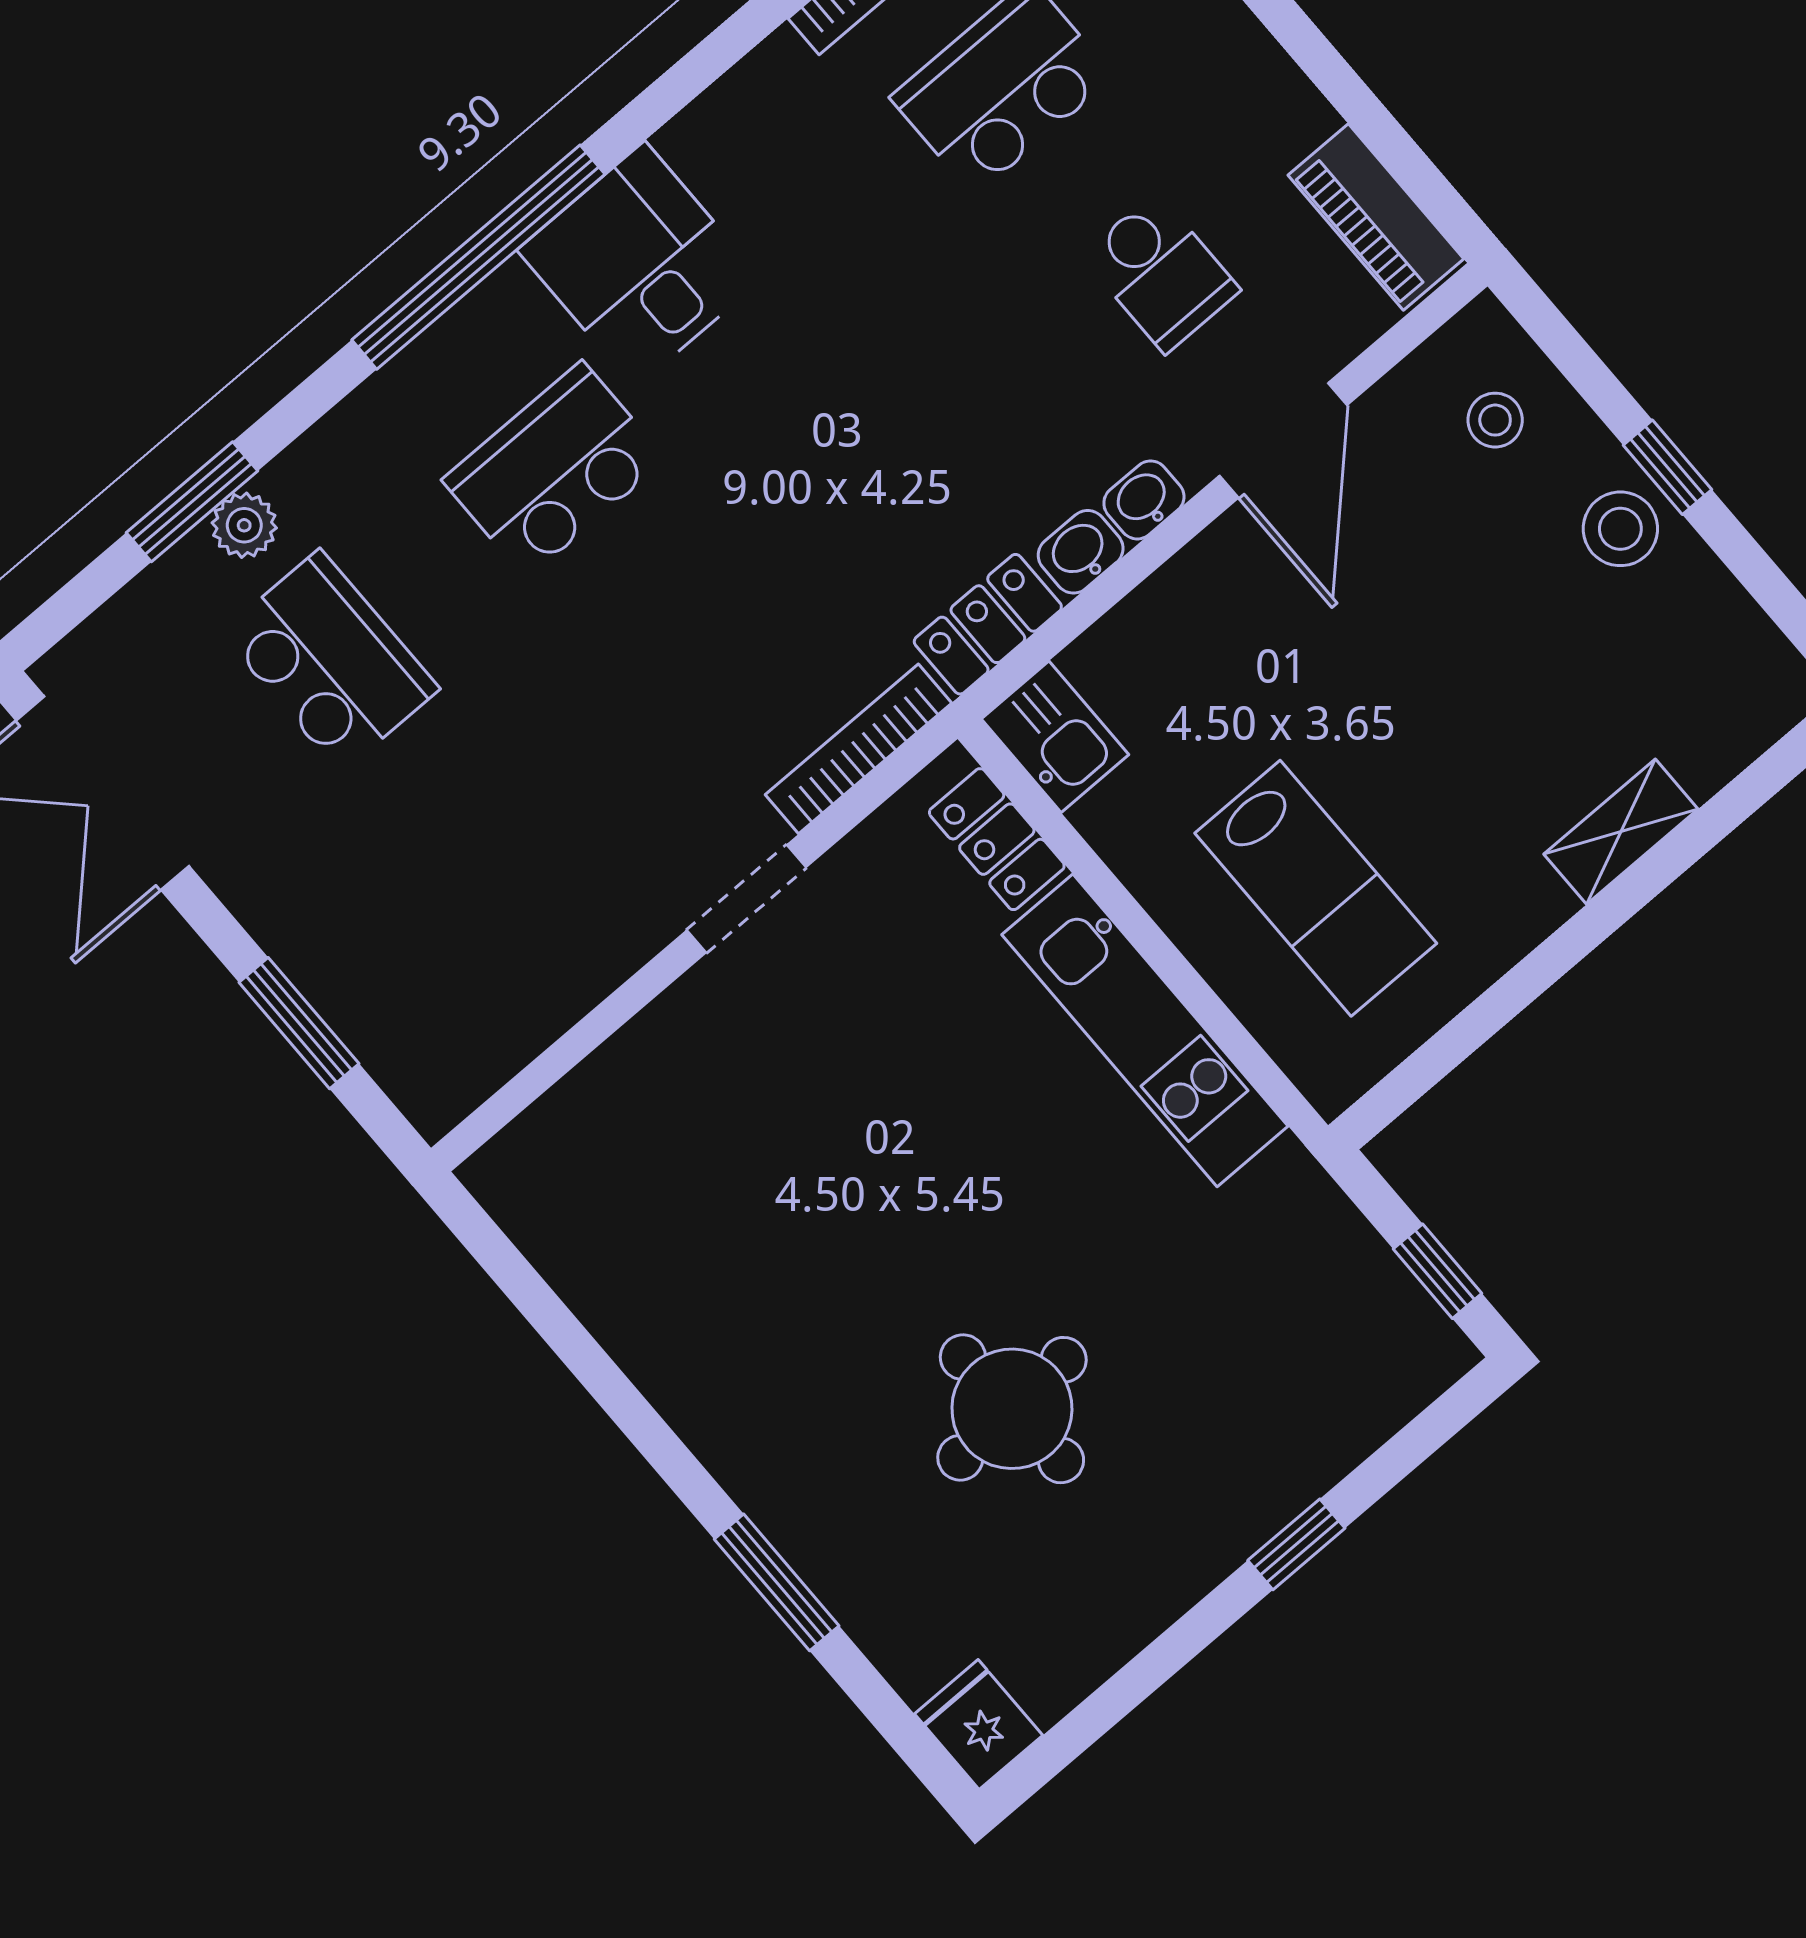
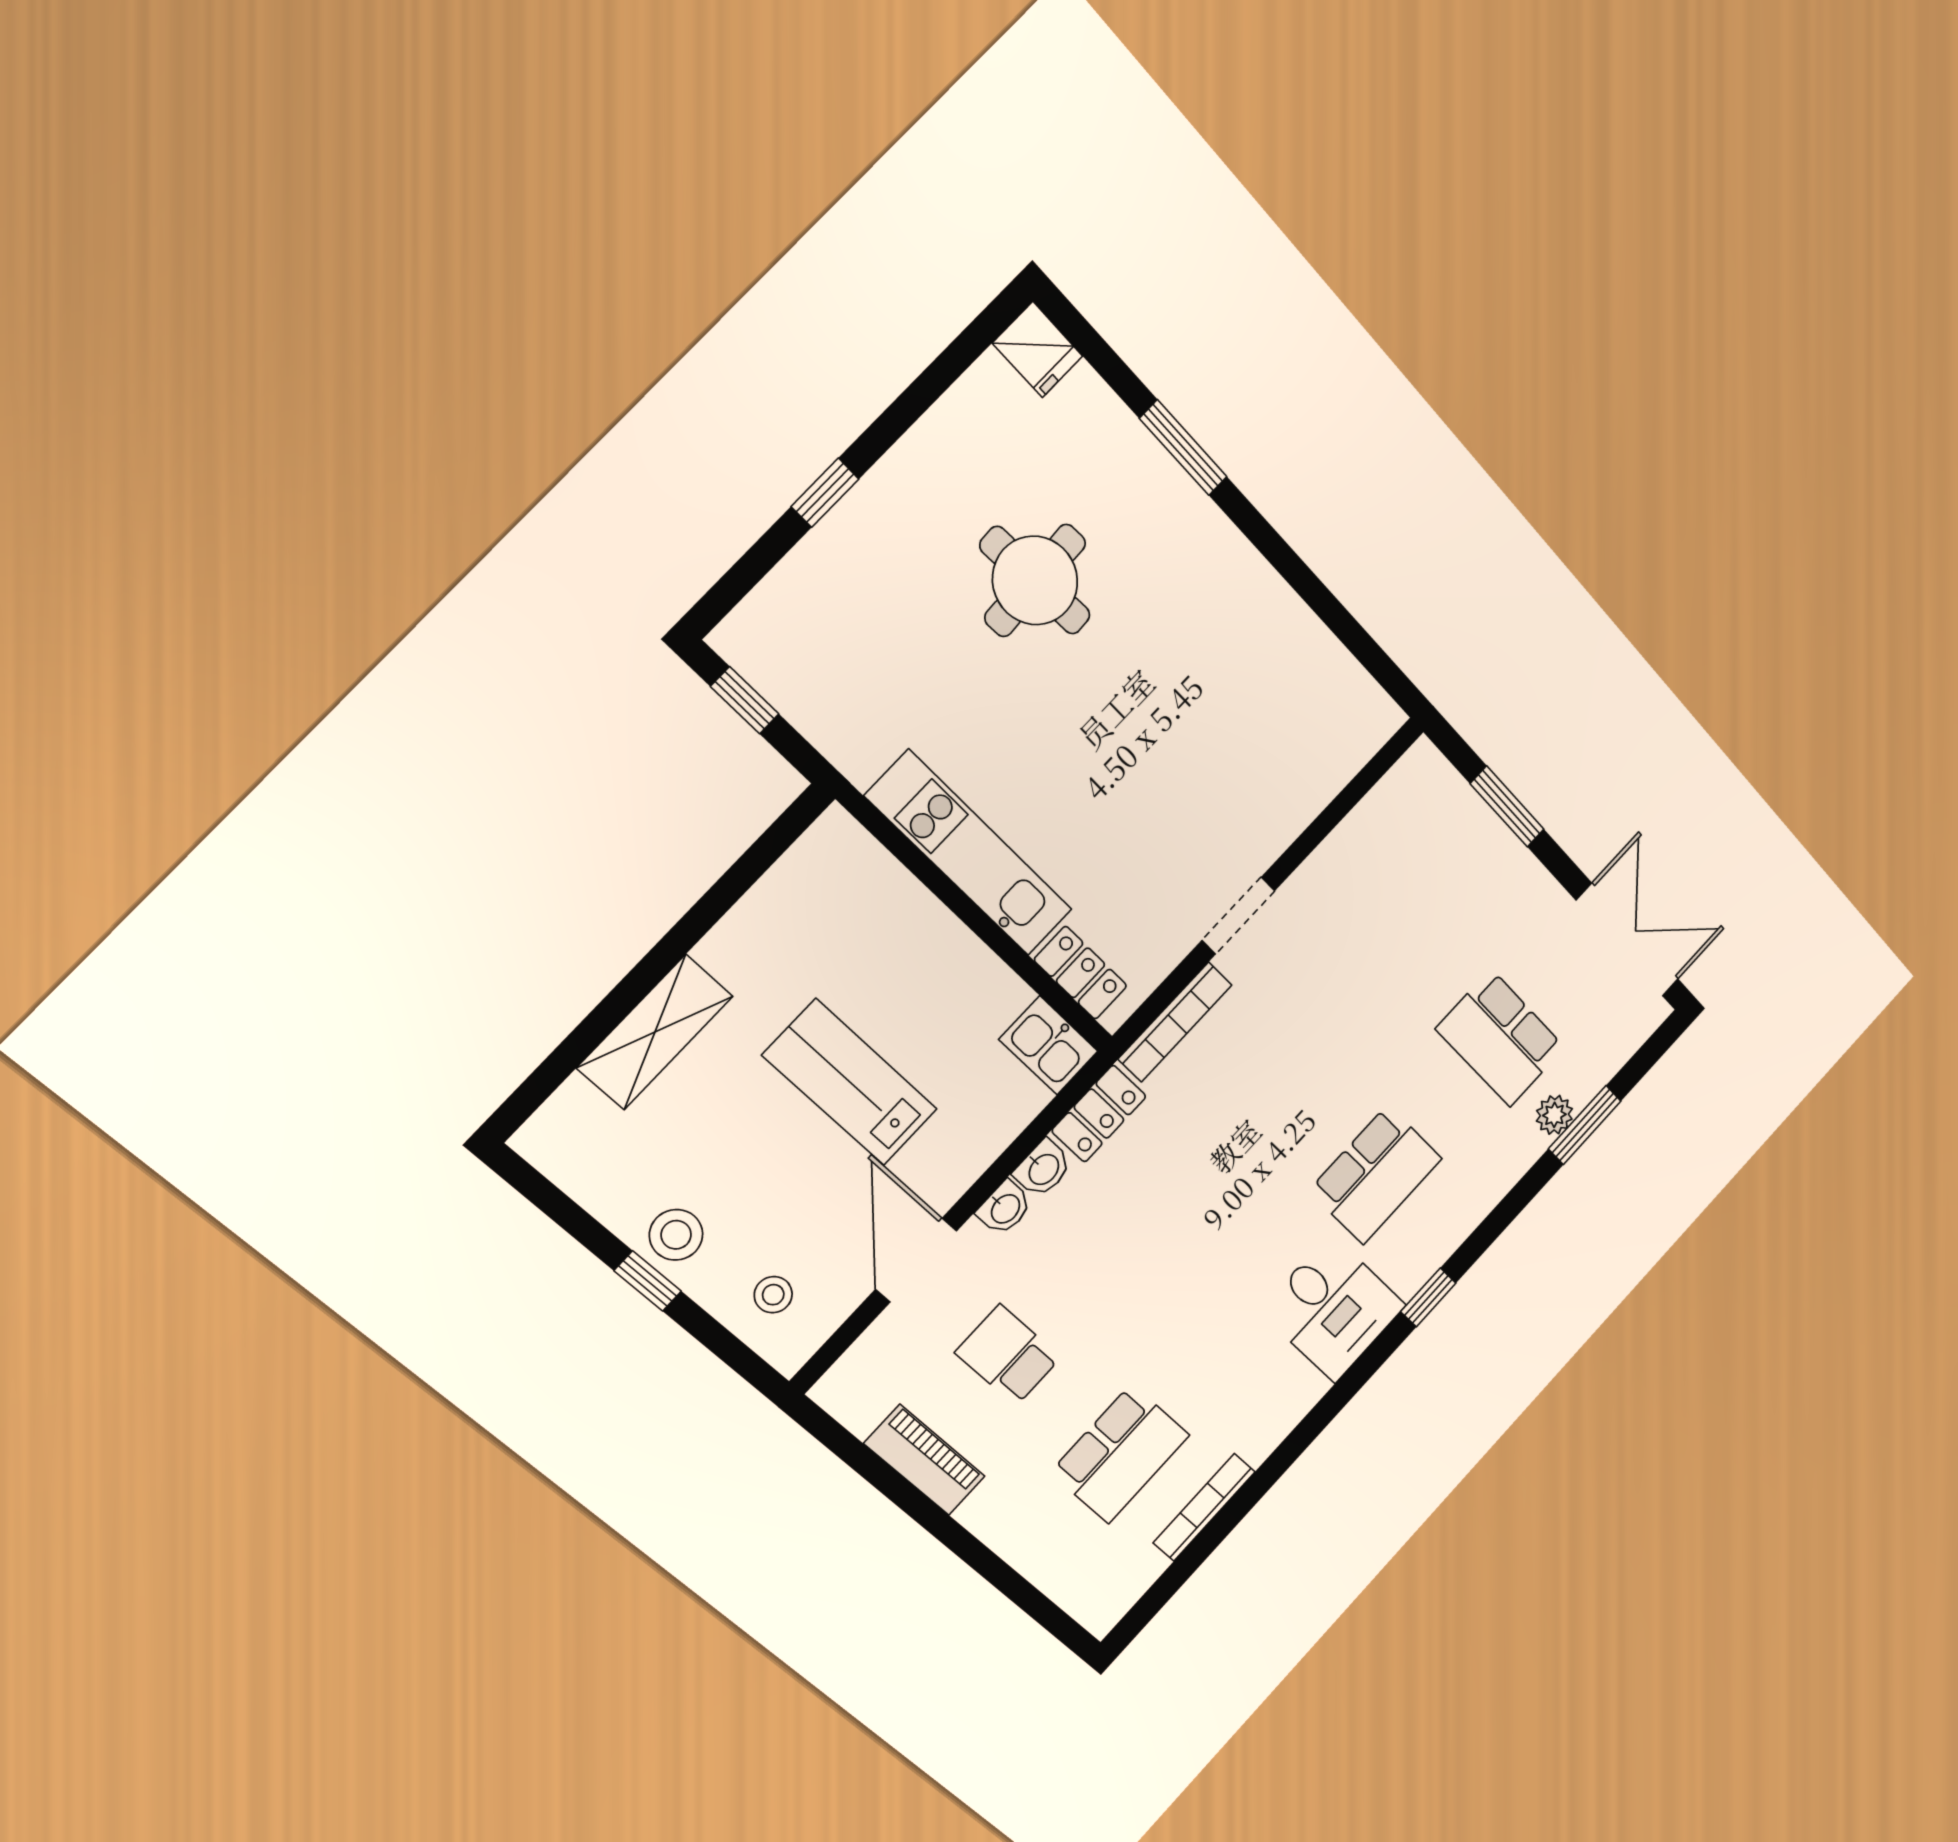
piano: (1376, 217) -> (925, 1460), moved
window: (478, 257) -> (1428, 1297), width x0.32
shelving: (1621, 832) -> (655, 1032), width x1.50, depth x1.33
lab bench: (1316, 888) -> (850, 1082), moved

